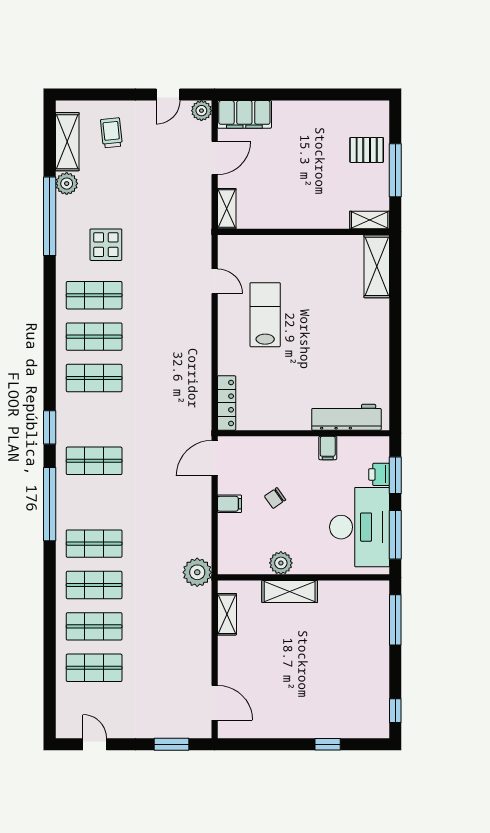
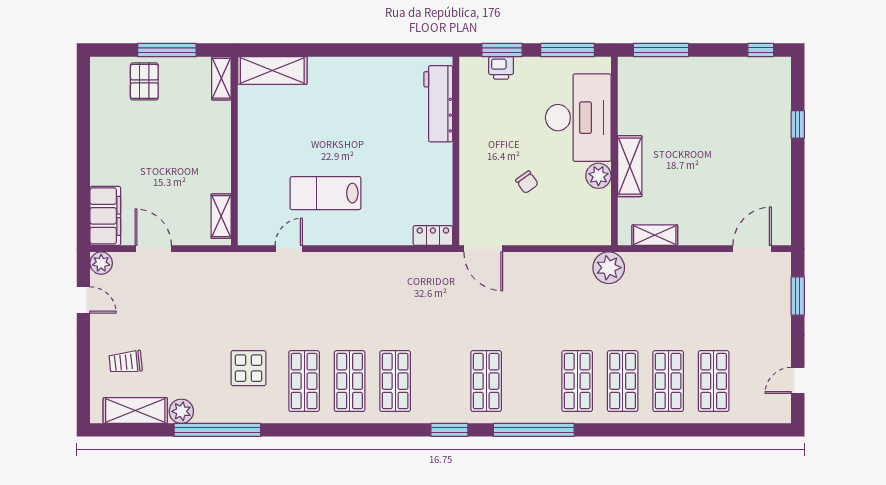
shelving: (227, 209) -> (221, 216), moved, turned 90
locker: (227, 403) -> (433, 235), width x0.66
filing cabinet: (328, 448) -> (472, 124), removed
filing cabinet: (229, 504) -> (533, 232), removed
desk: (360, 527) -> (578, 118), moved, turned 90

